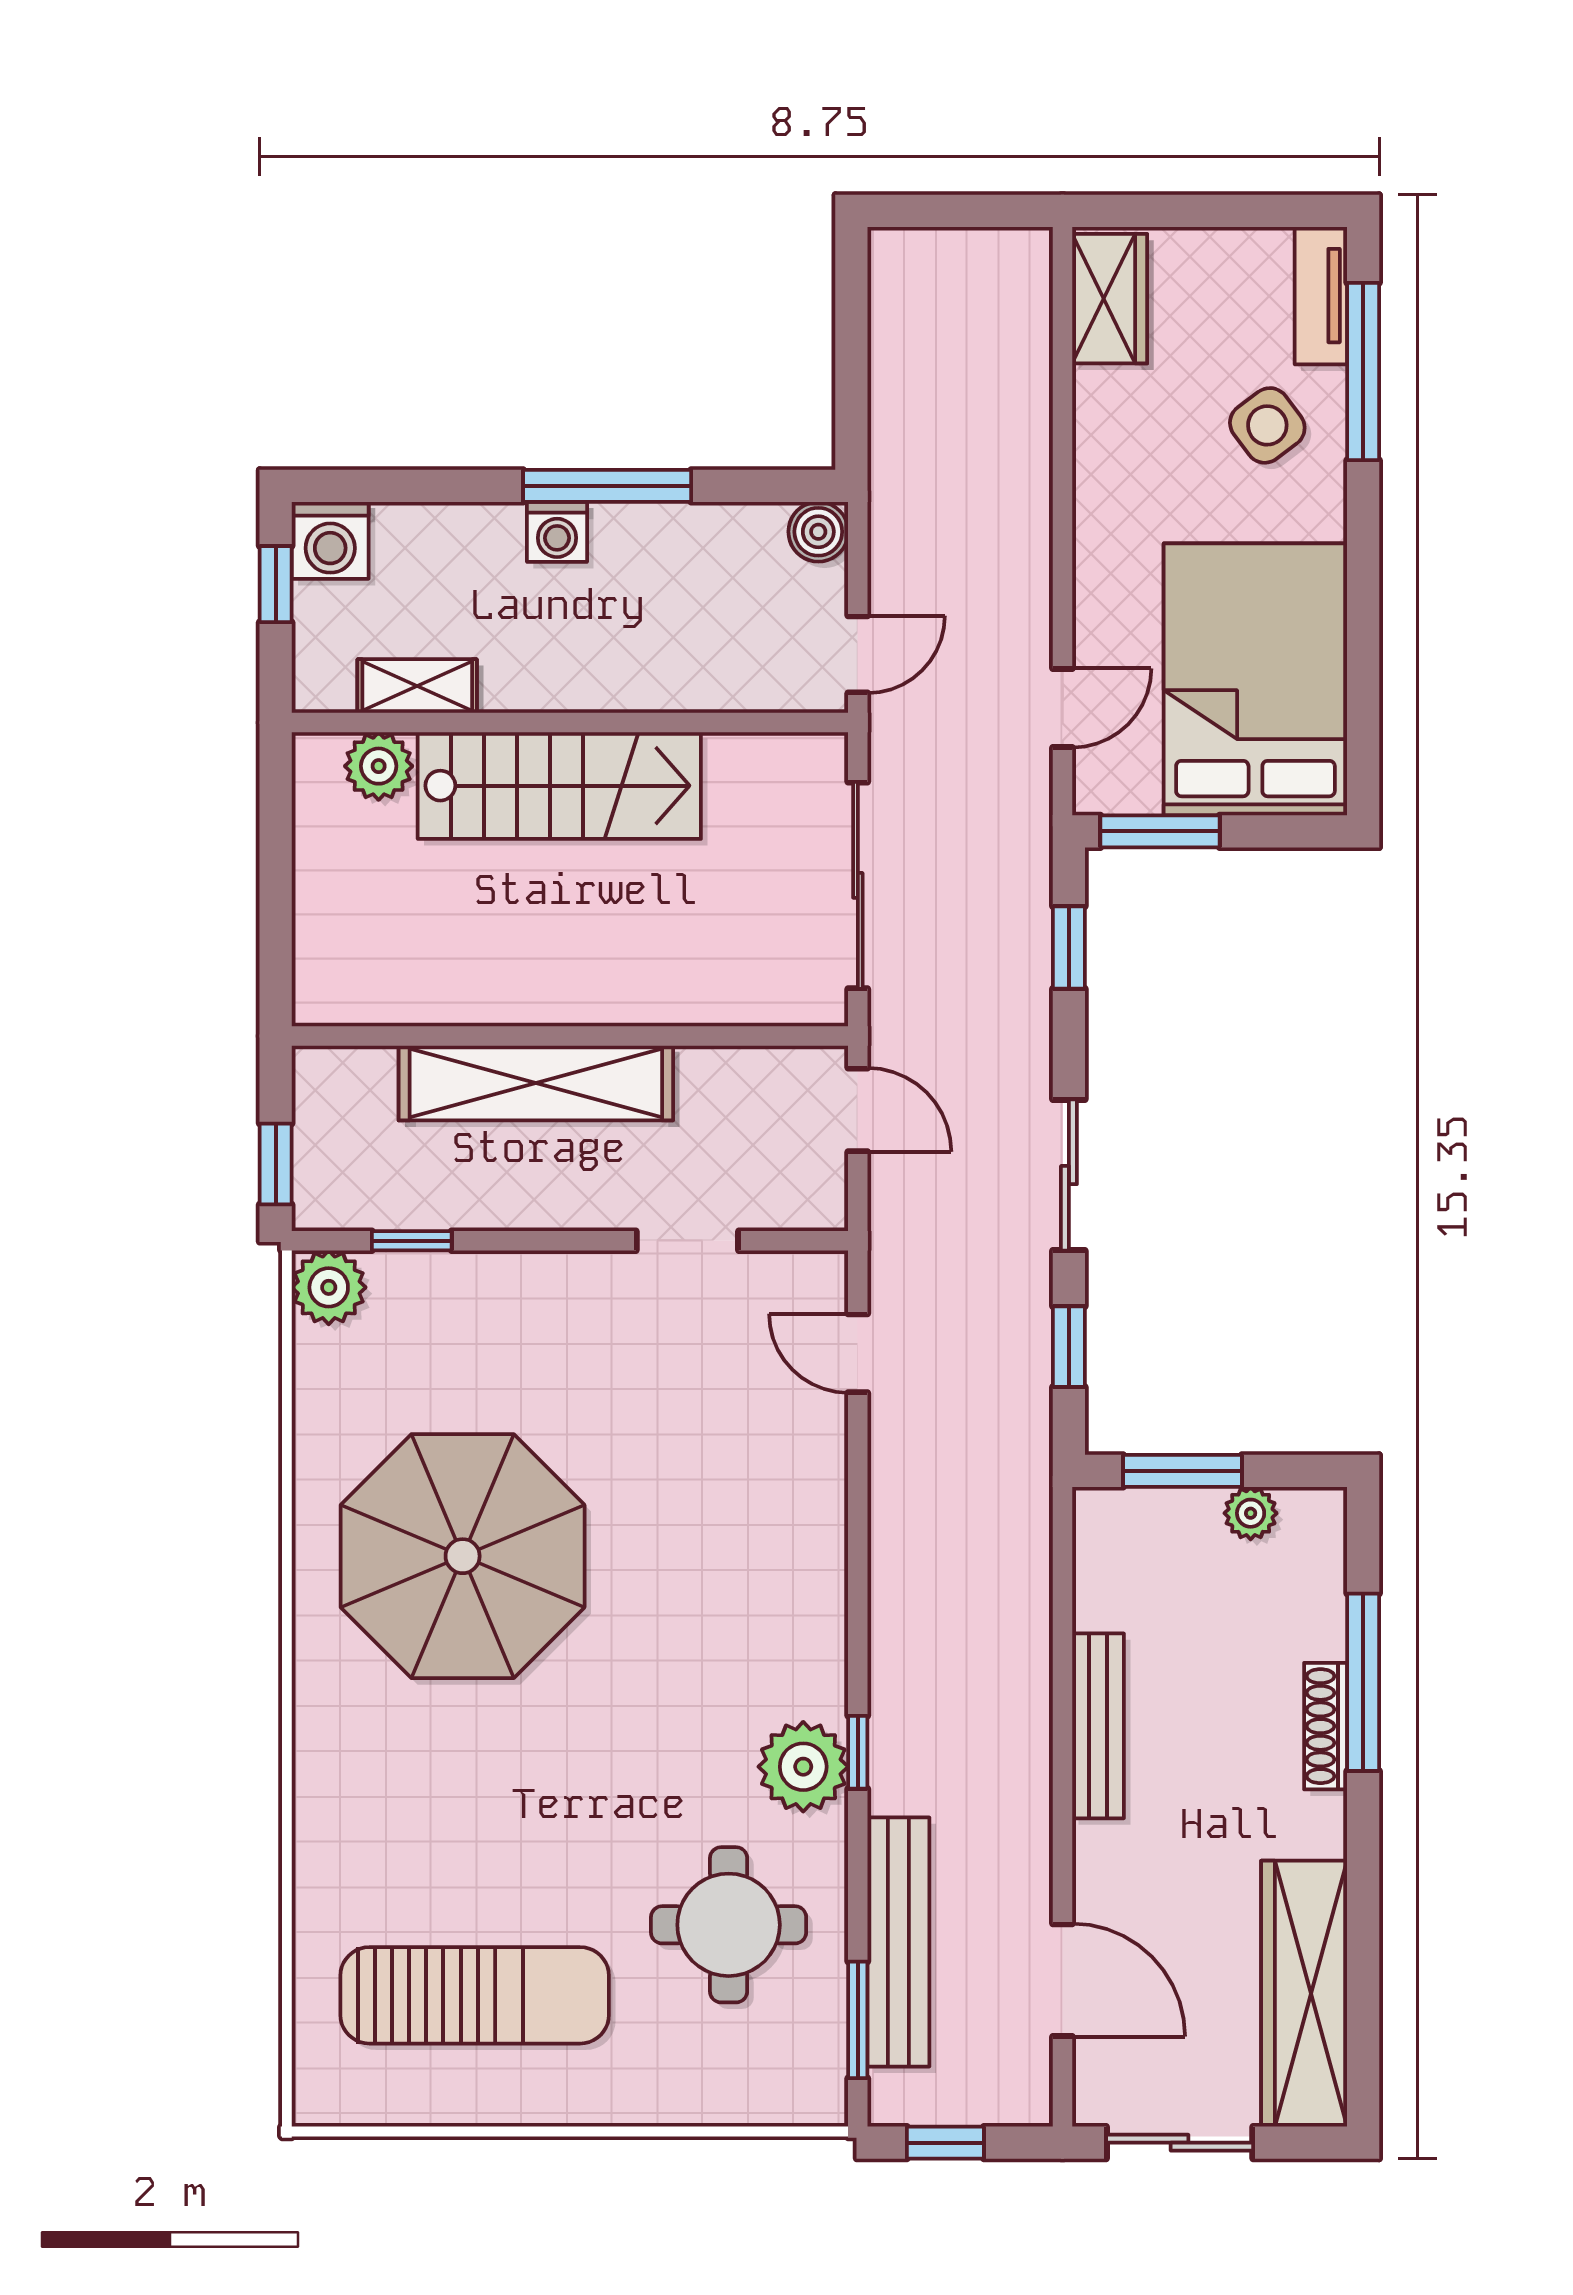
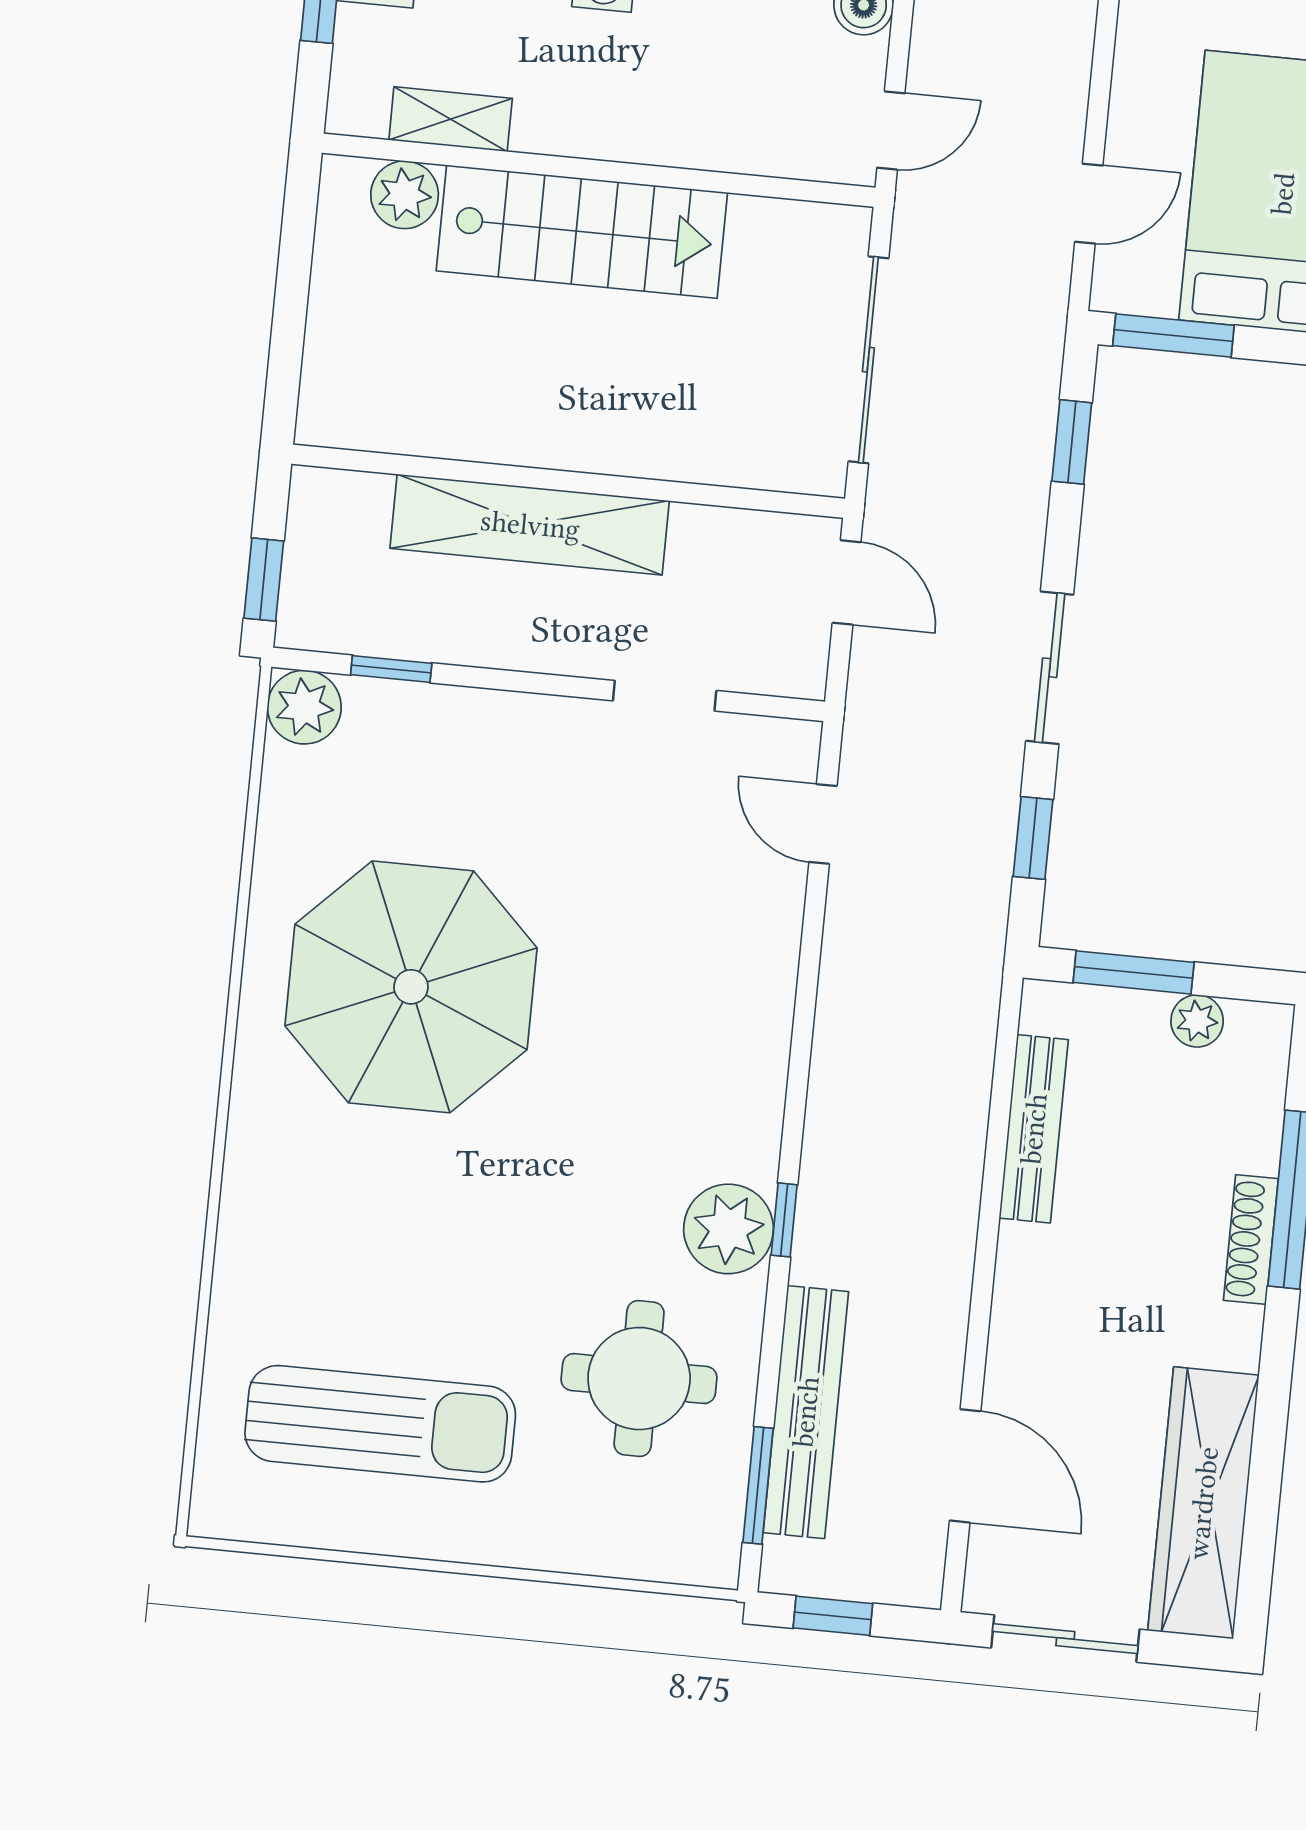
bench: (1098, 1726) -> (1034, 1129), moved

